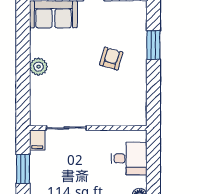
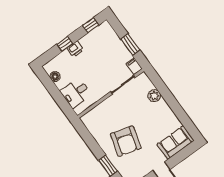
armchair: (111, 59) -> (126, 141), width x1.88, depth x1.88
plant: (39, 67) -> (154, 96), moved

